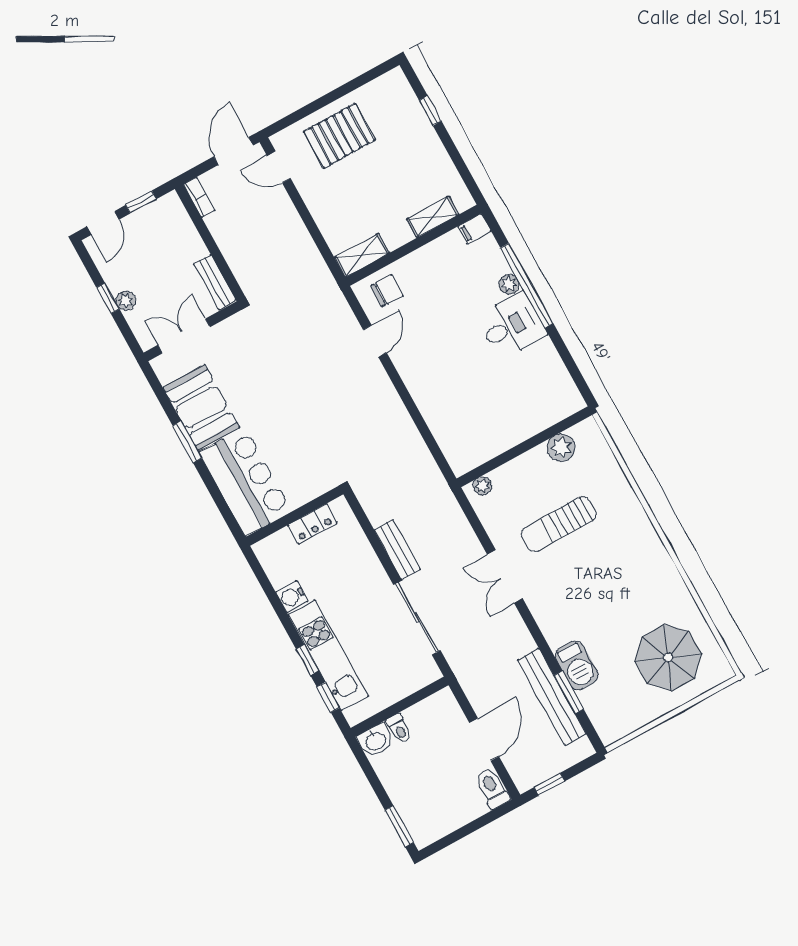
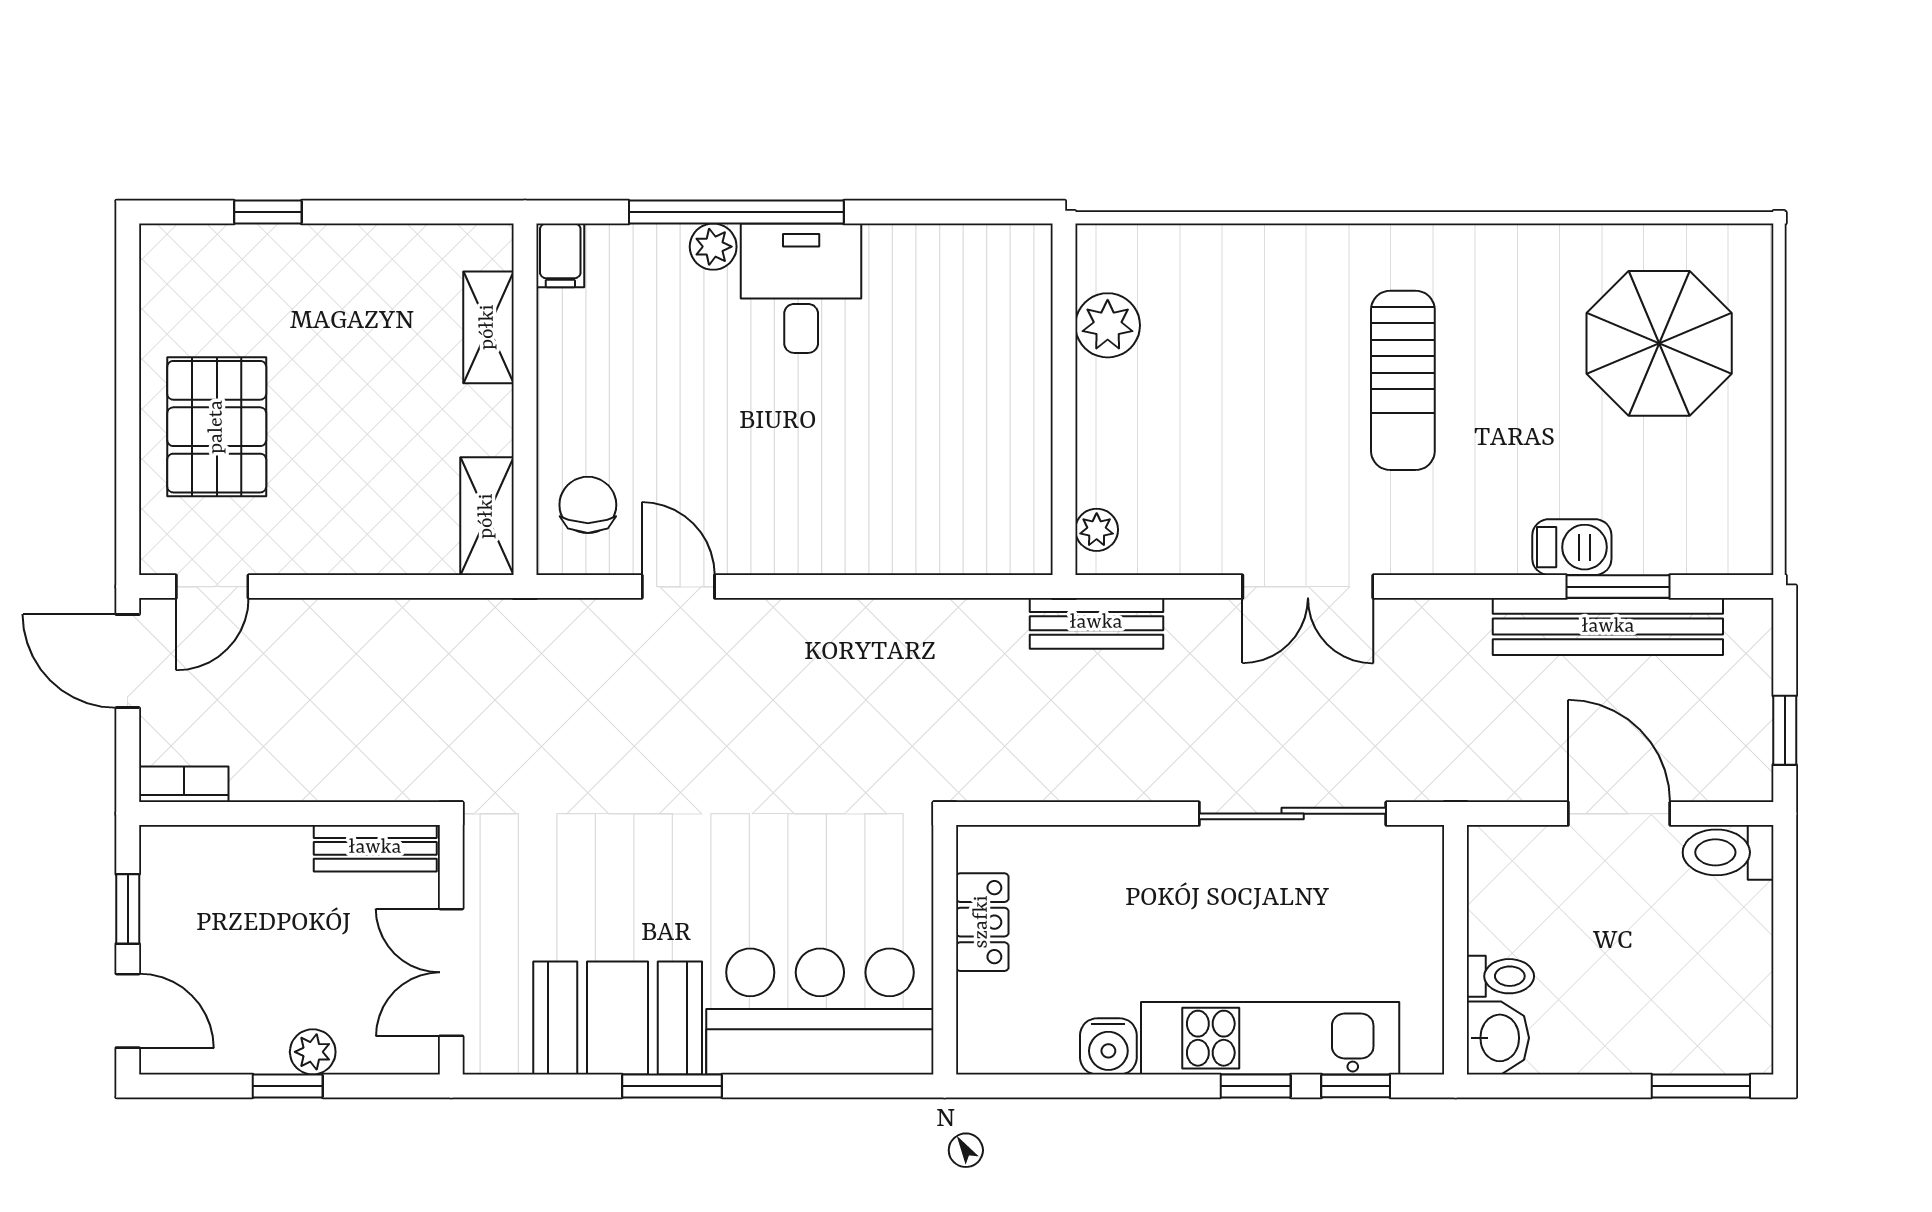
sun lounger: (559, 524) -> (1403, 380), moved
bench: (397, 550) -> (1096, 623), moved
barbecue: (577, 665) -> (1572, 547), width x0.73, depth x0.79

